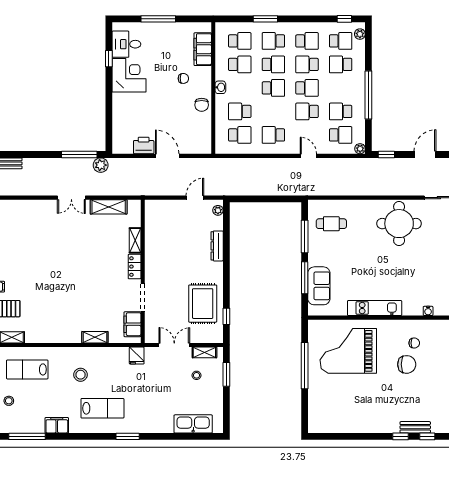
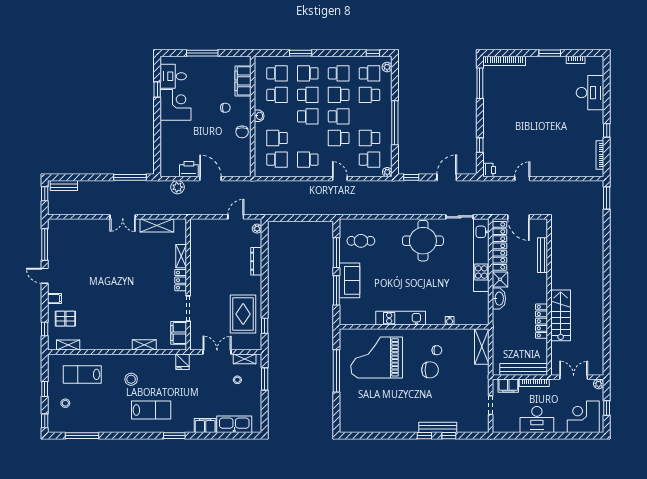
plant: (101, 165) -> (177, 187), moved
sofa: (319, 286) -> (350, 280), moved
filing cabinet: (57, 425) -> (205, 426), moved
bench: (415, 427) -> (438, 427), width x1.36

